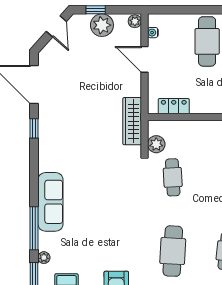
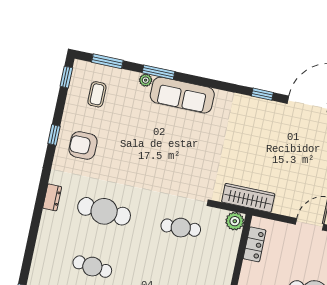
plant: (156, 144) -> (235, 221), moved
window: (34, 228) -> (158, 72), width x0.69
plant: (44, 258) -> (146, 80), moved

